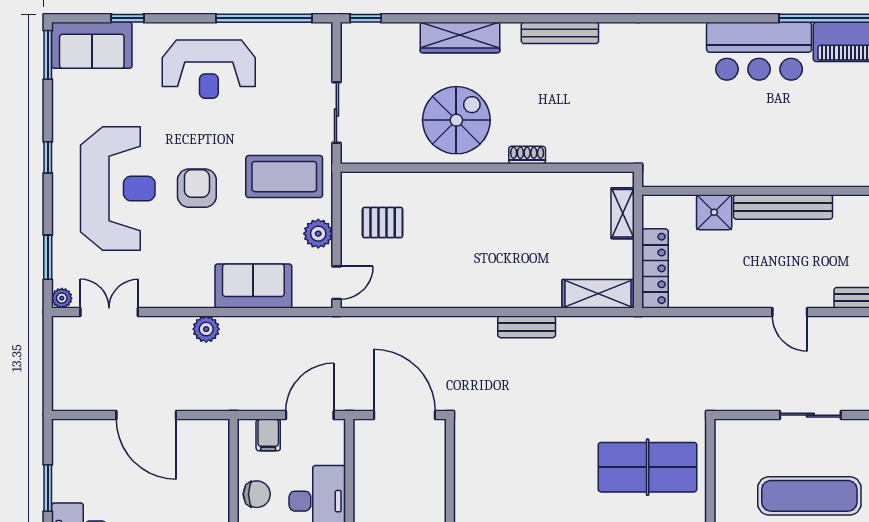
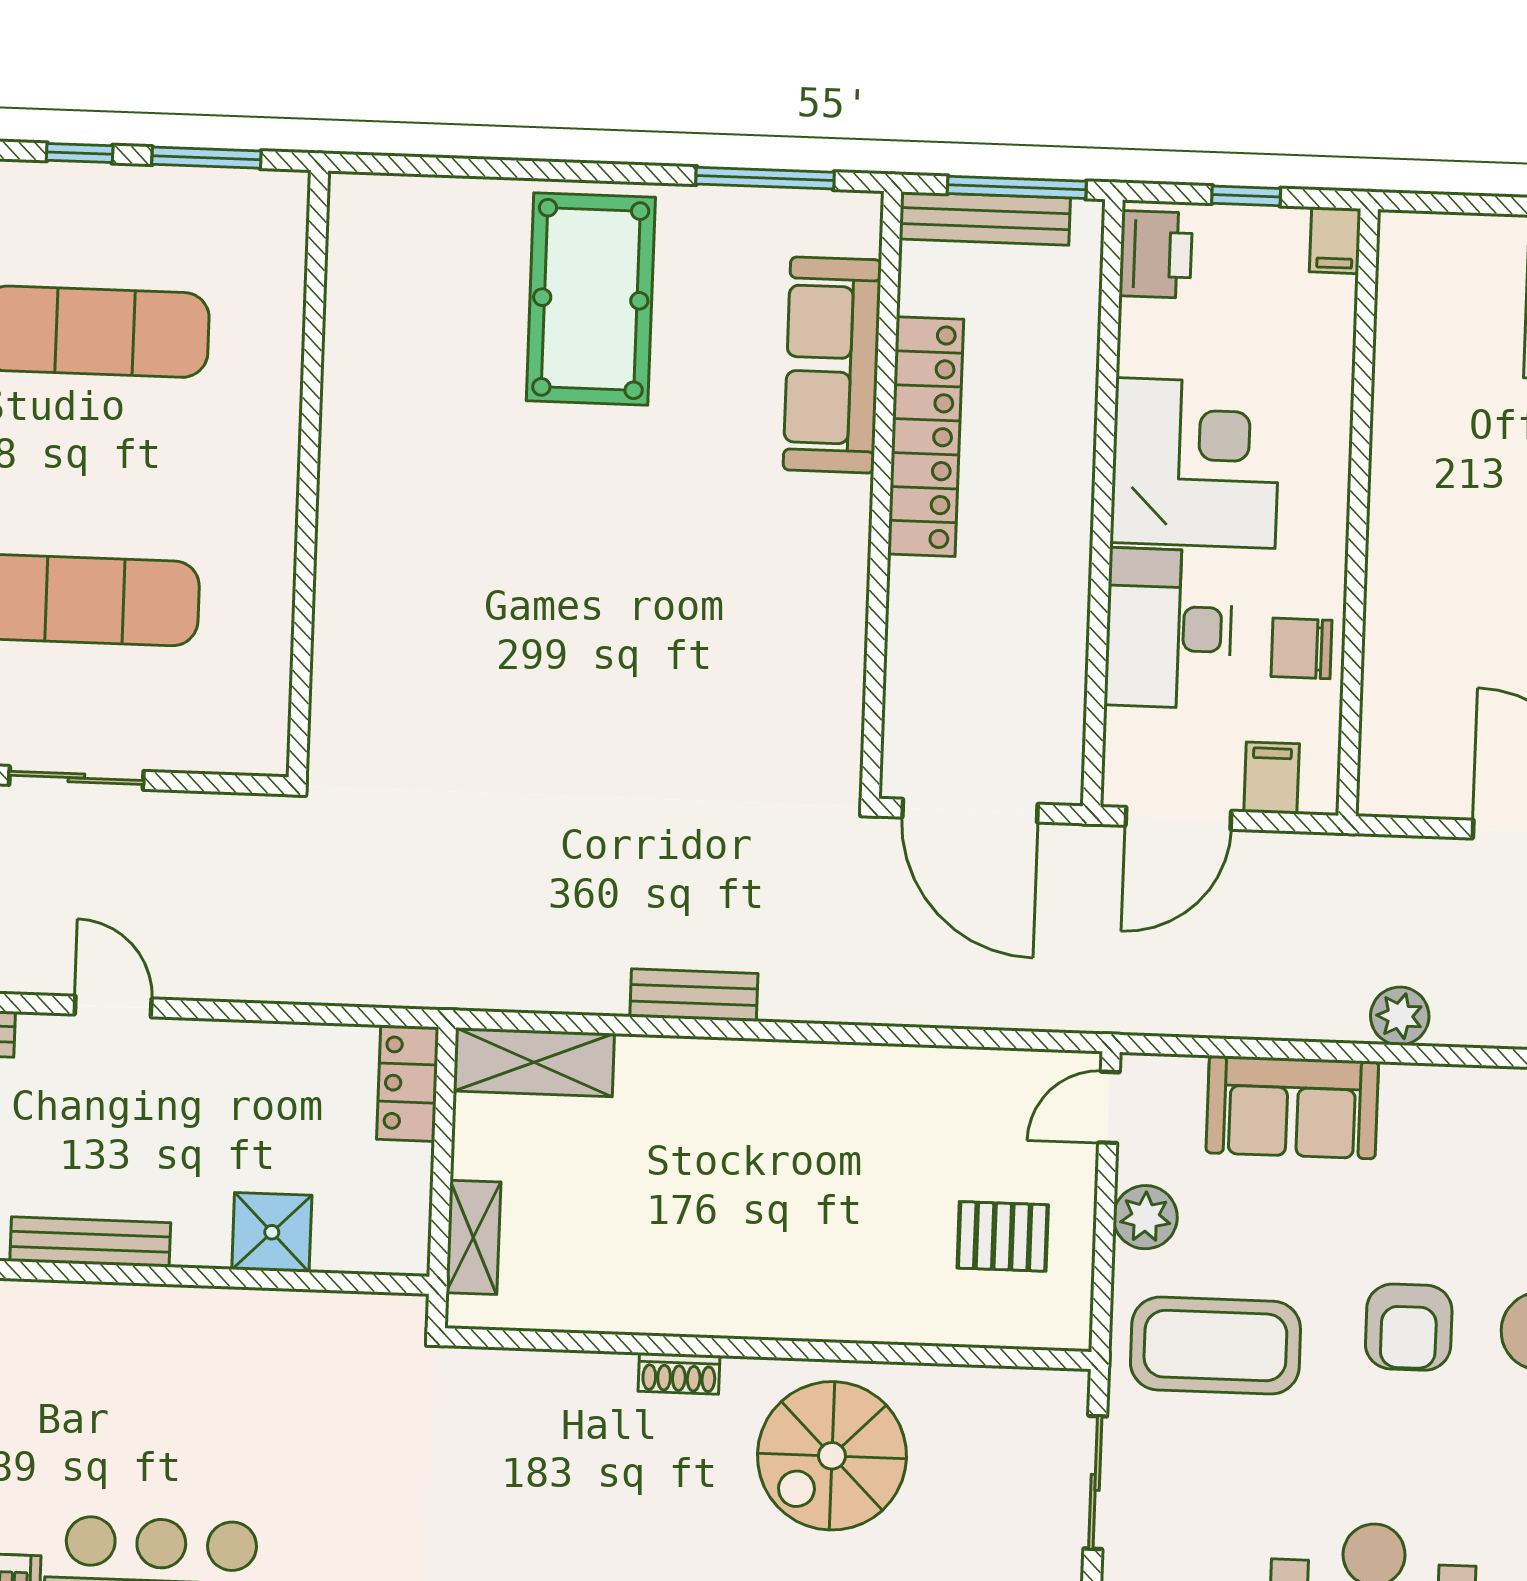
bench: (783, 207) -> (90, 1242), width x0.73, depth x0.82
locker: (655, 268) -> (408, 1083), width x0.66
table tennis table: (648, 467) -> (439, 676), removed

